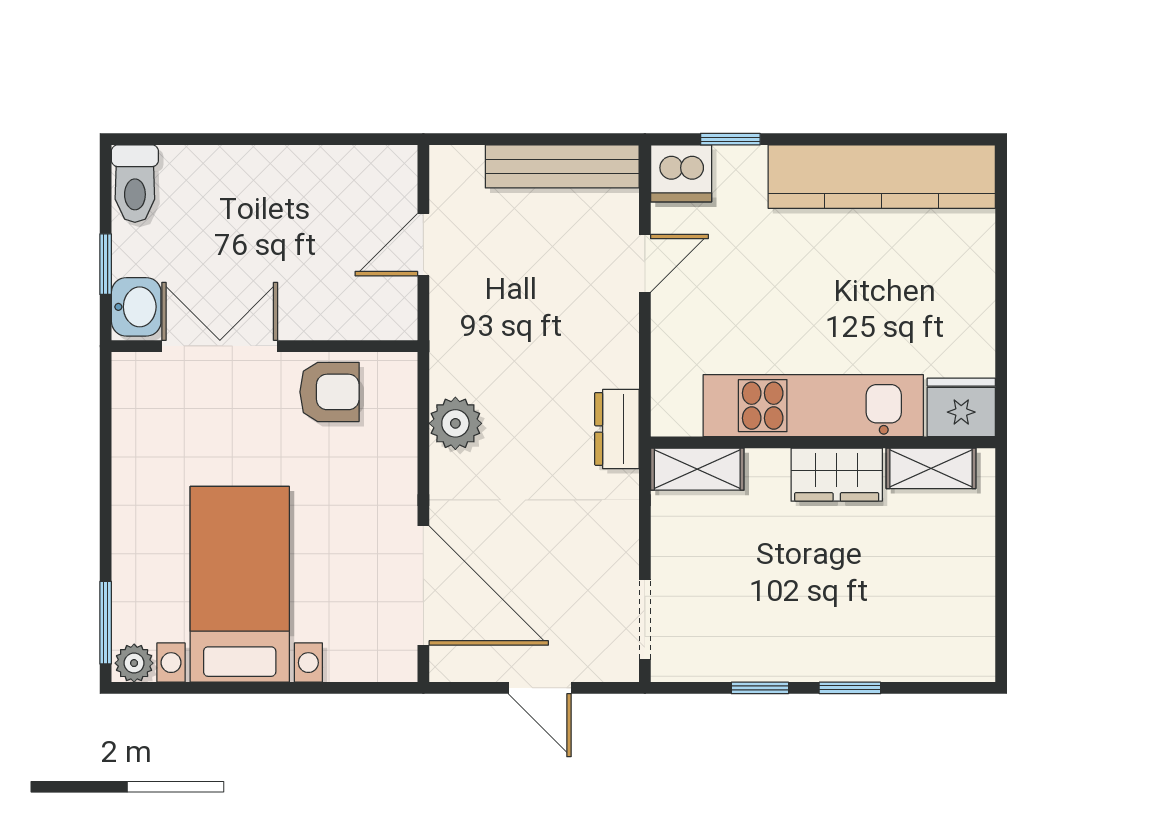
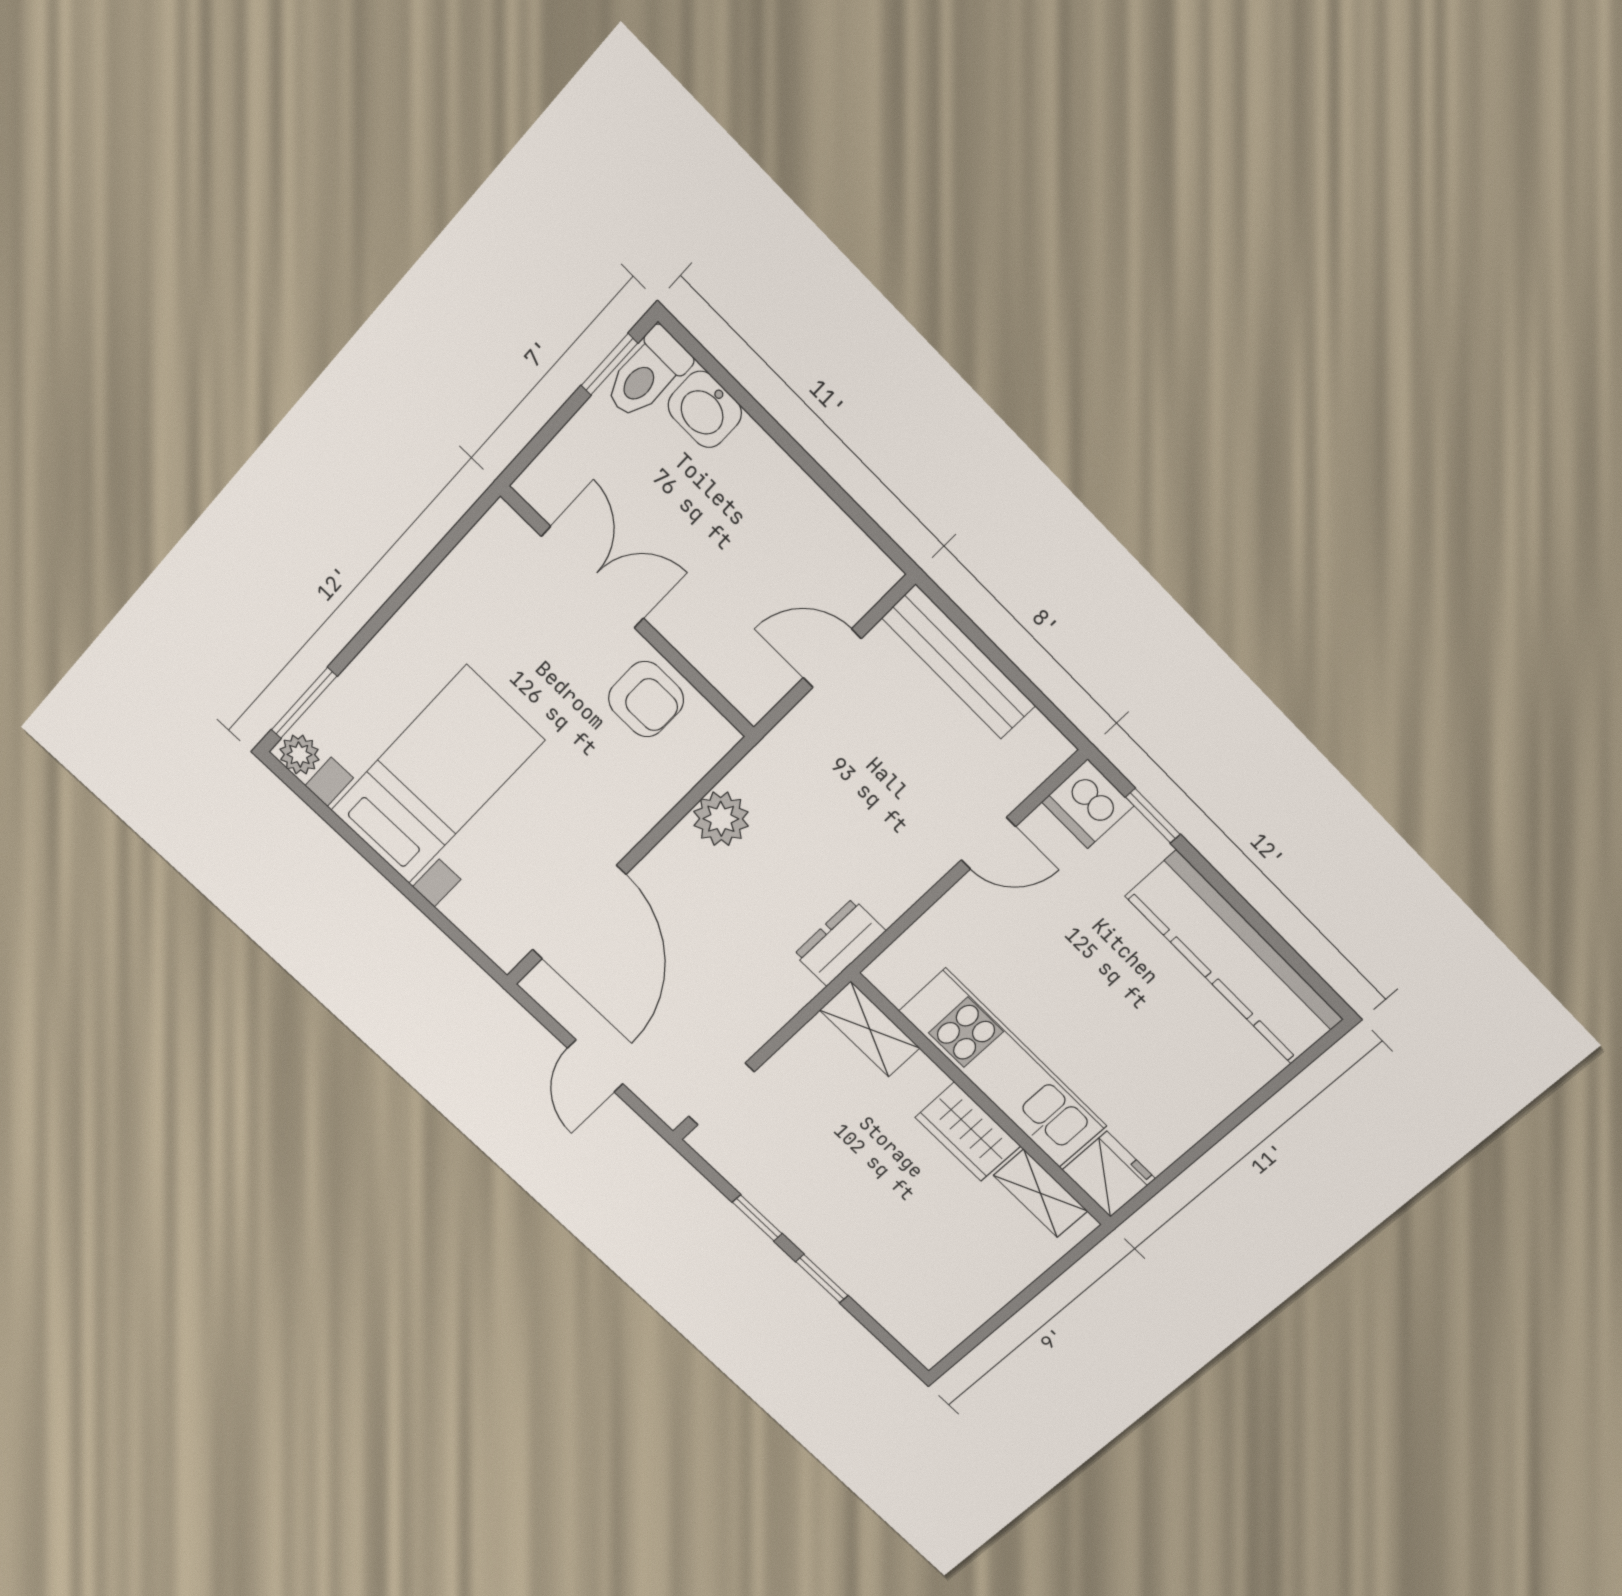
bench: (562, 166) -> (959, 662), moved
window: (106, 264) -> (609, 364), moved
washbasin: (136, 307) -> (705, 409), moved, turned 90

